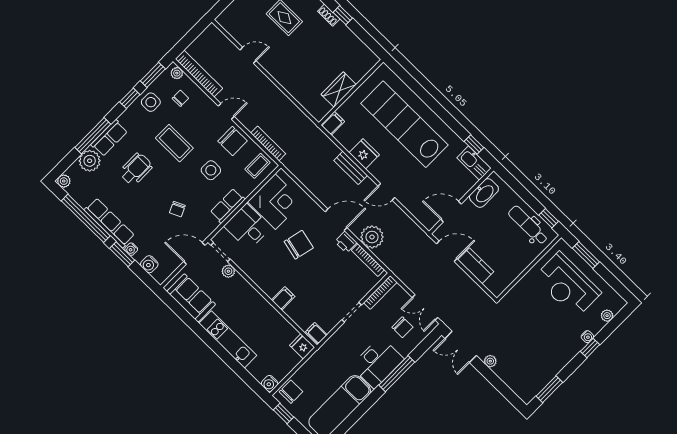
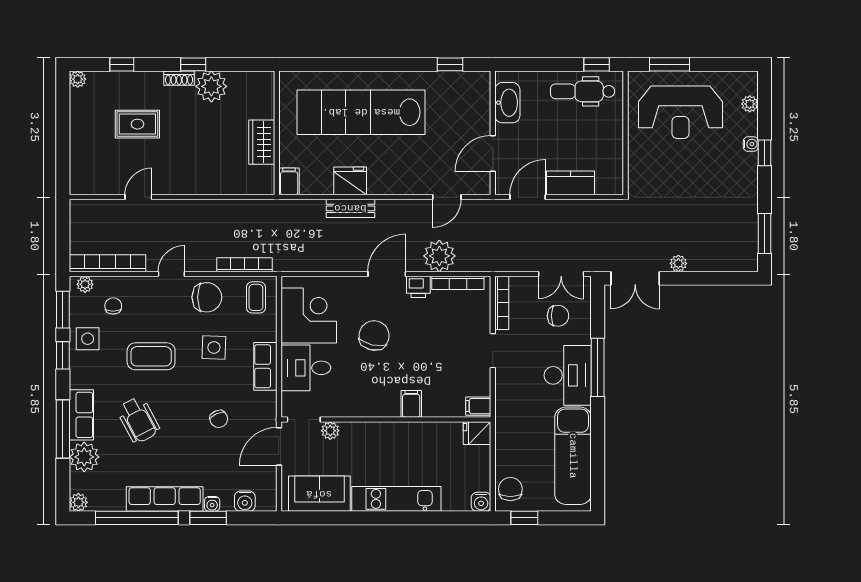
plant: (341, 36) -> (211, 86), added
kitchen sink: (474, 163) -> (468, 83), removed
wheelchair: (136, 169) -> (138, 420), turned 152
door: (386, 192) -> (447, 197), moved

